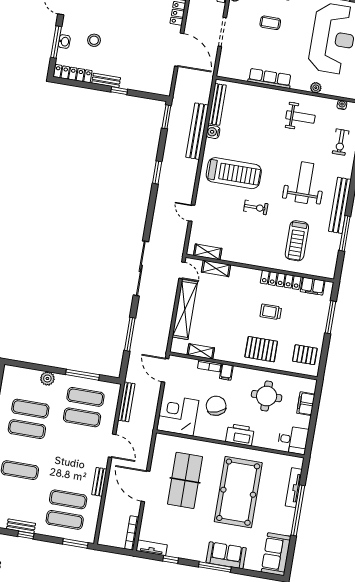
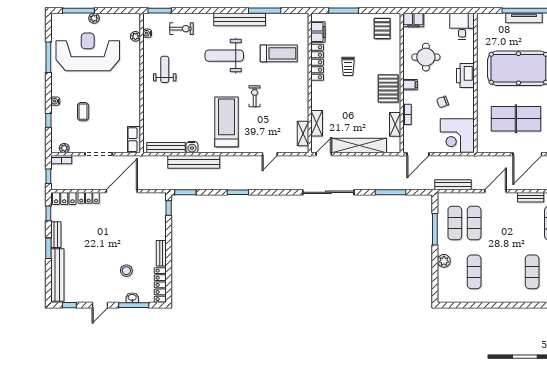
row of seats: (270, 78) -> (134, 140), moved, width x0.68
plant: (316, 88) -> (135, 36), moved
window: (119, 91) -> (169, 208), moved
pallet: (261, 349) -> (388, 89), moved
filing cabinet: (226, 372) -> (410, 85), moved
filing cabinet: (306, 404) -> (413, 20), moved
chair: (216, 406) -> (443, 102), width x0.54, depth x0.54
exercise mat: (27, 429) -> (493, 272), removed
tv unit: (294, 488) -> (524, 18), moved

